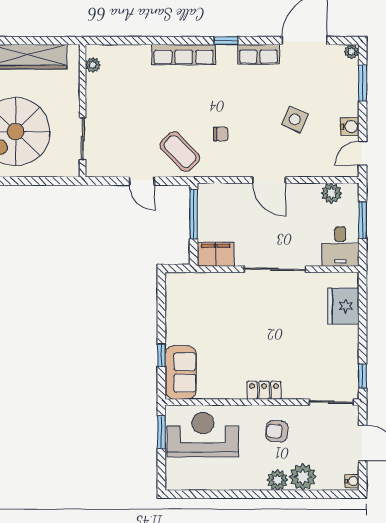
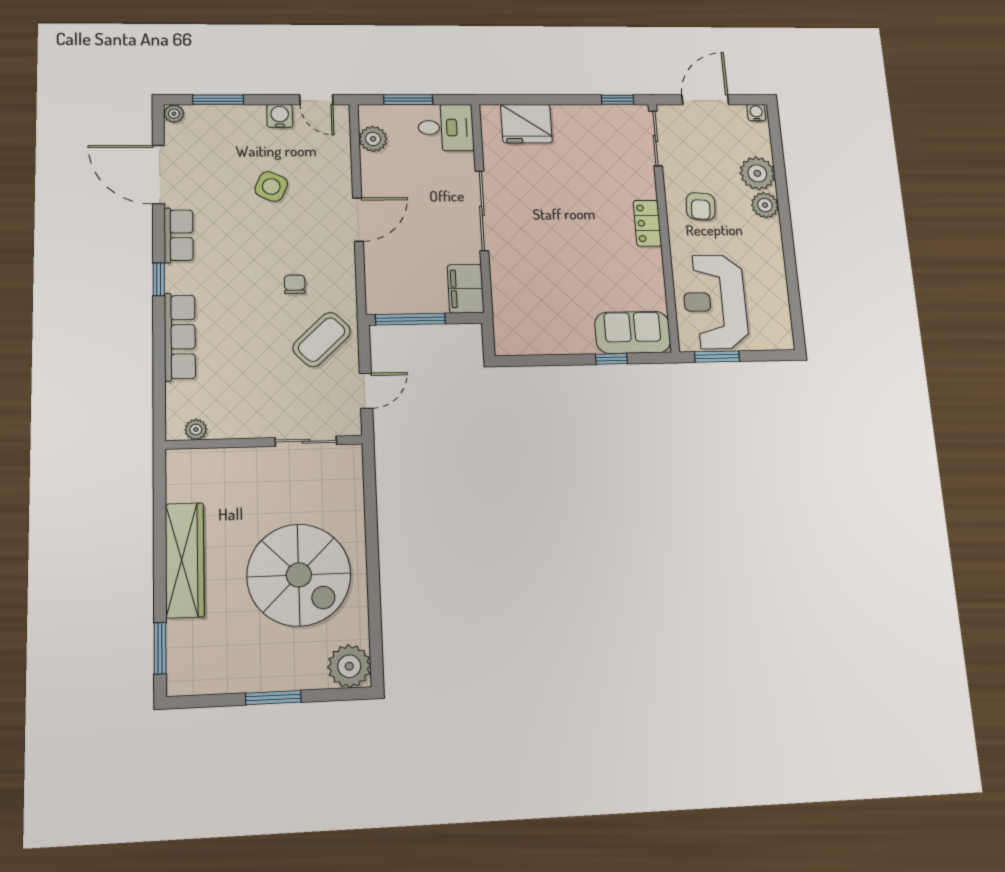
plant: (93, 65) -> (196, 430), moved
wall: (83, 111) -> (265, 442), moved
sliding door: (83, 139) -> (306, 441), moved

